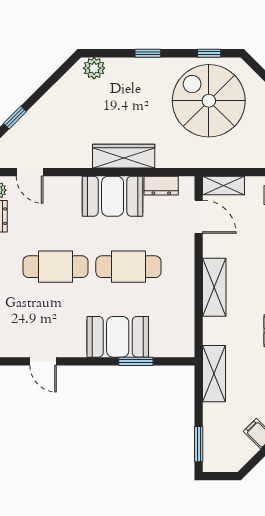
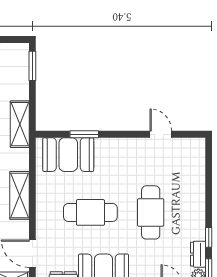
cafe table: (55, 267) -> (151, 212), turned 90
booth: (118, 337) -> (68, 155), moved

